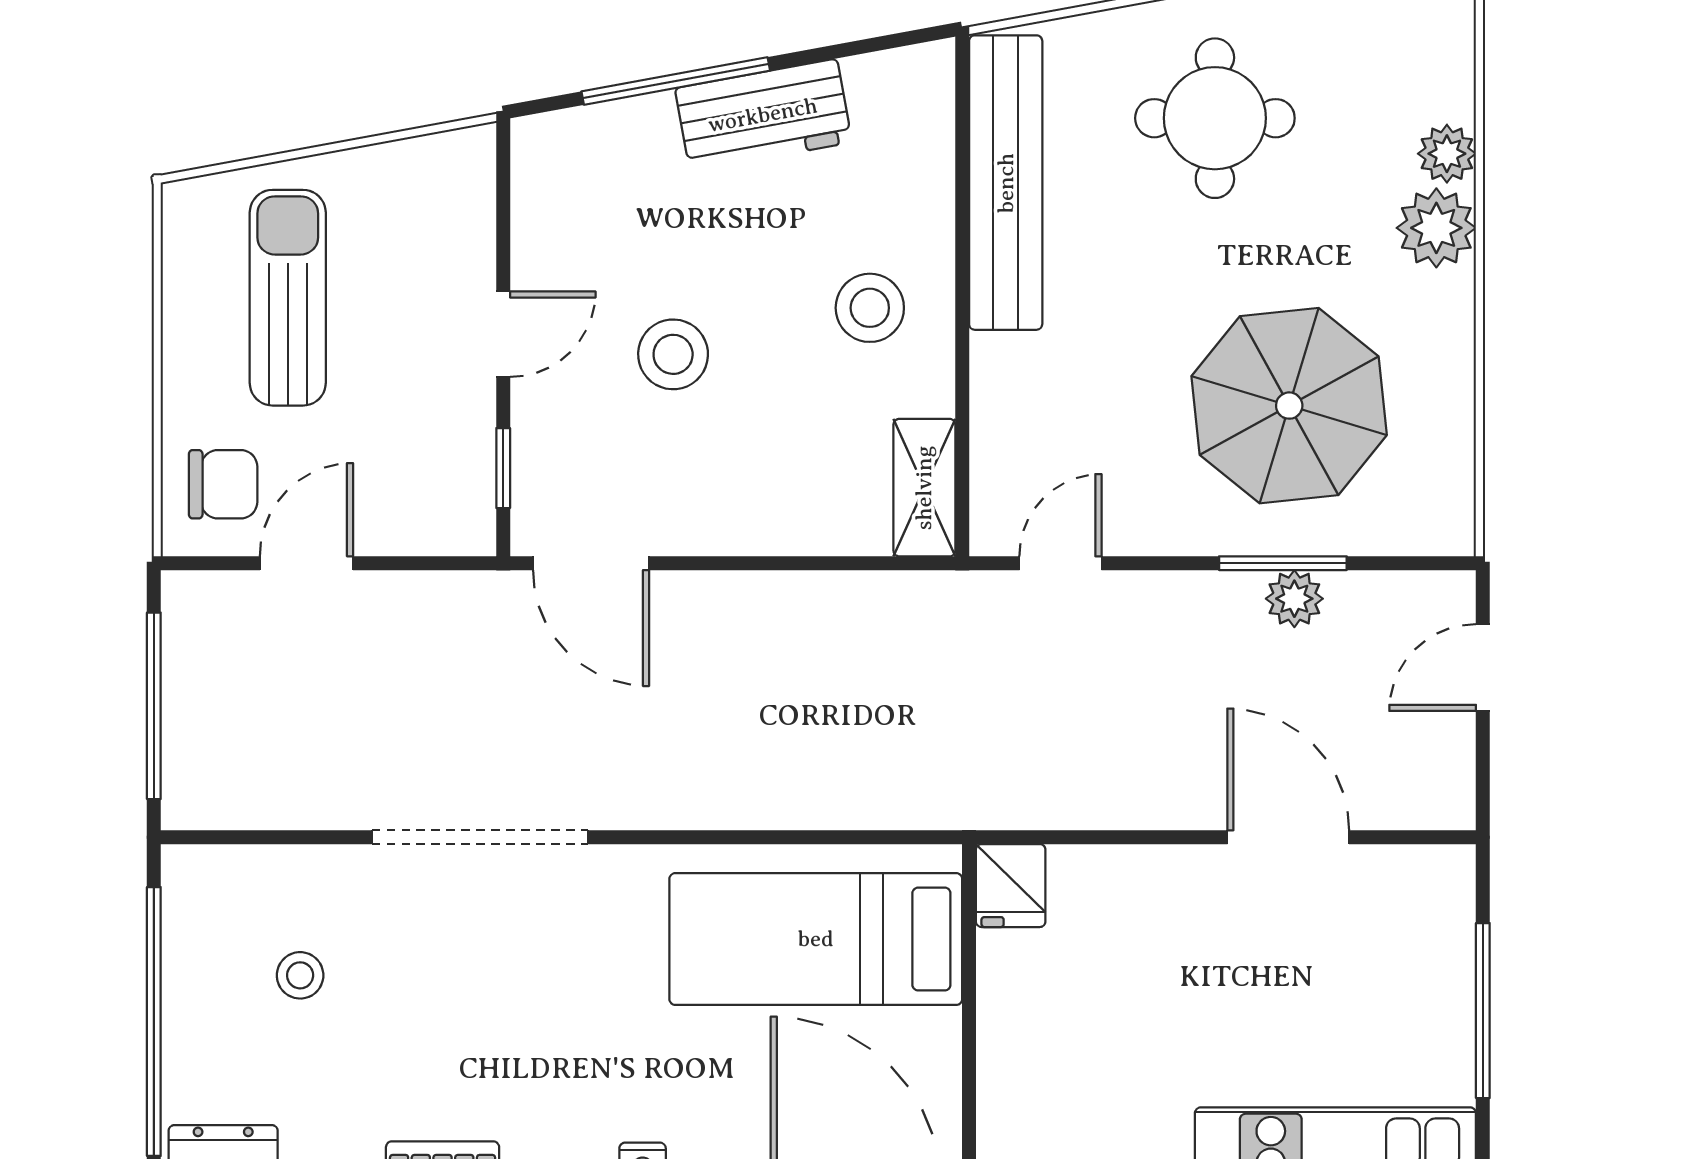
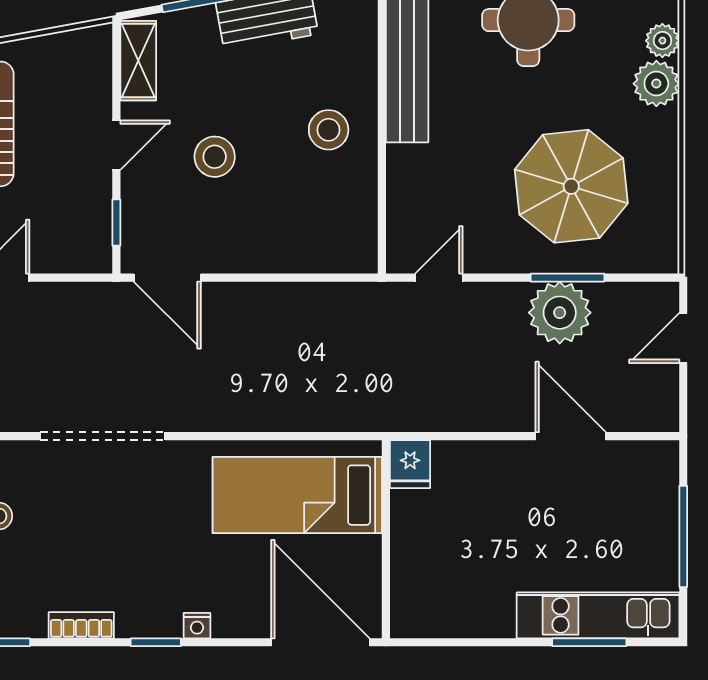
shelving: (924, 488) -> (138, 61), moved
plant: (1294, 599) -> (560, 313), width x1.87, depth x1.87

